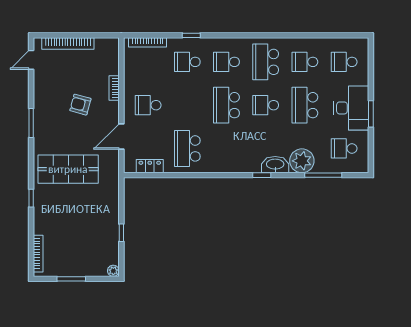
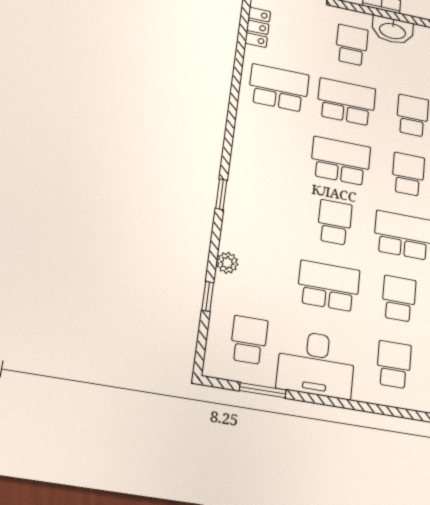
school desk: (187, 105) -> (346, 102), added
window: (371, 114) -> (263, 390), moved
plant: (302, 161) -> (227, 263), width x0.53, depth x0.53
washbasin: (275, 165) -> (393, 30), moved, turned 90
window: (323, 175) -> (208, 296), width x0.46

